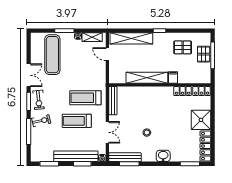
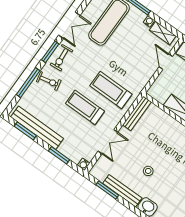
bench: (76, 156) -> (37, 128), moved
bench: (125, 157) -> (122, 191), moved

